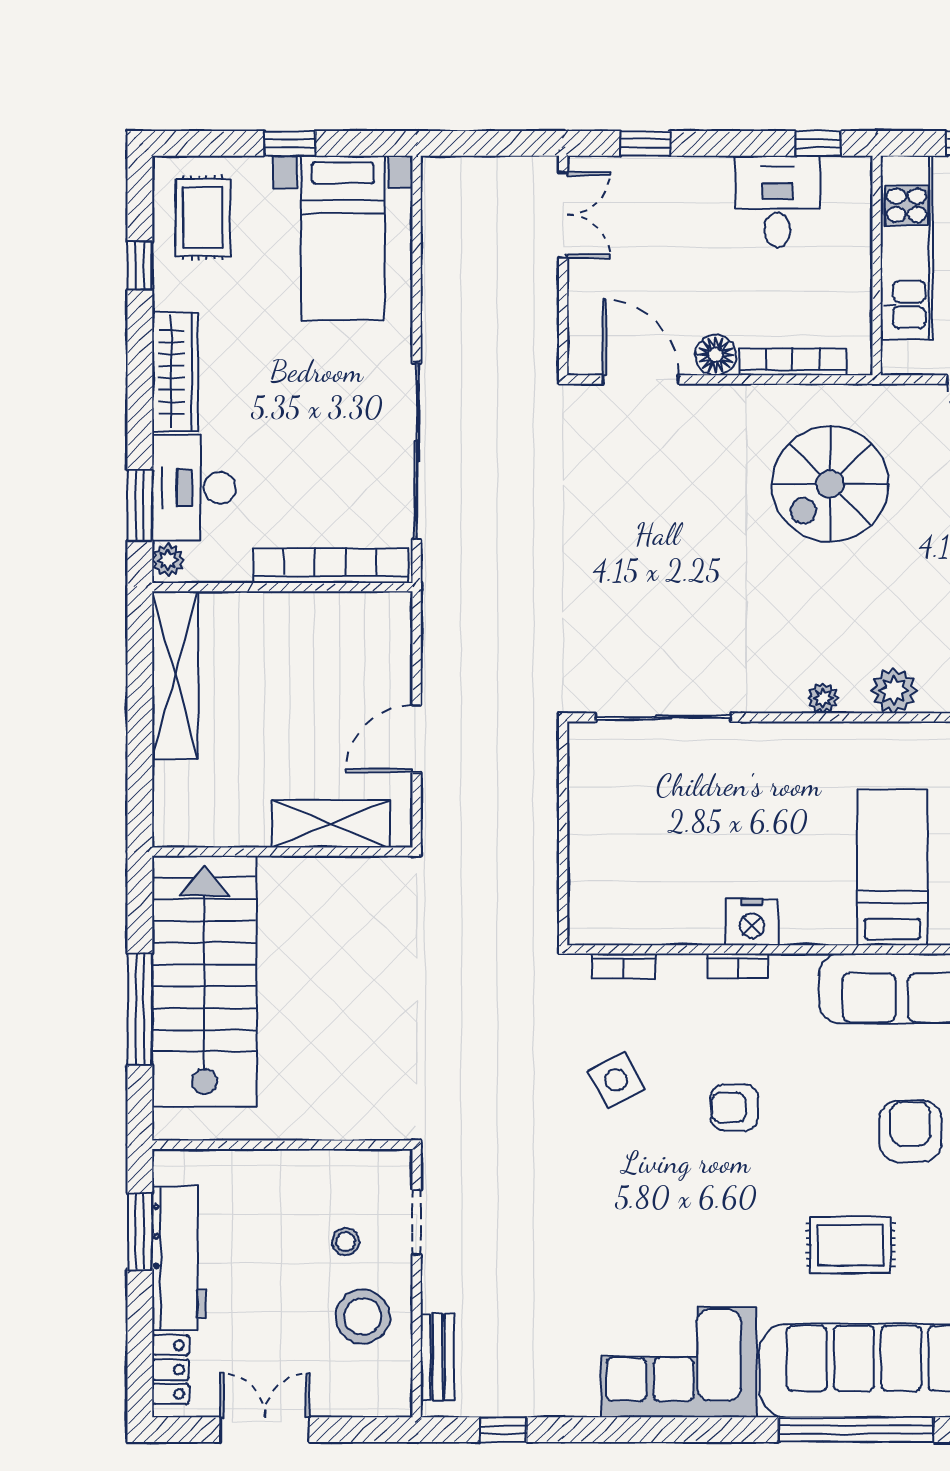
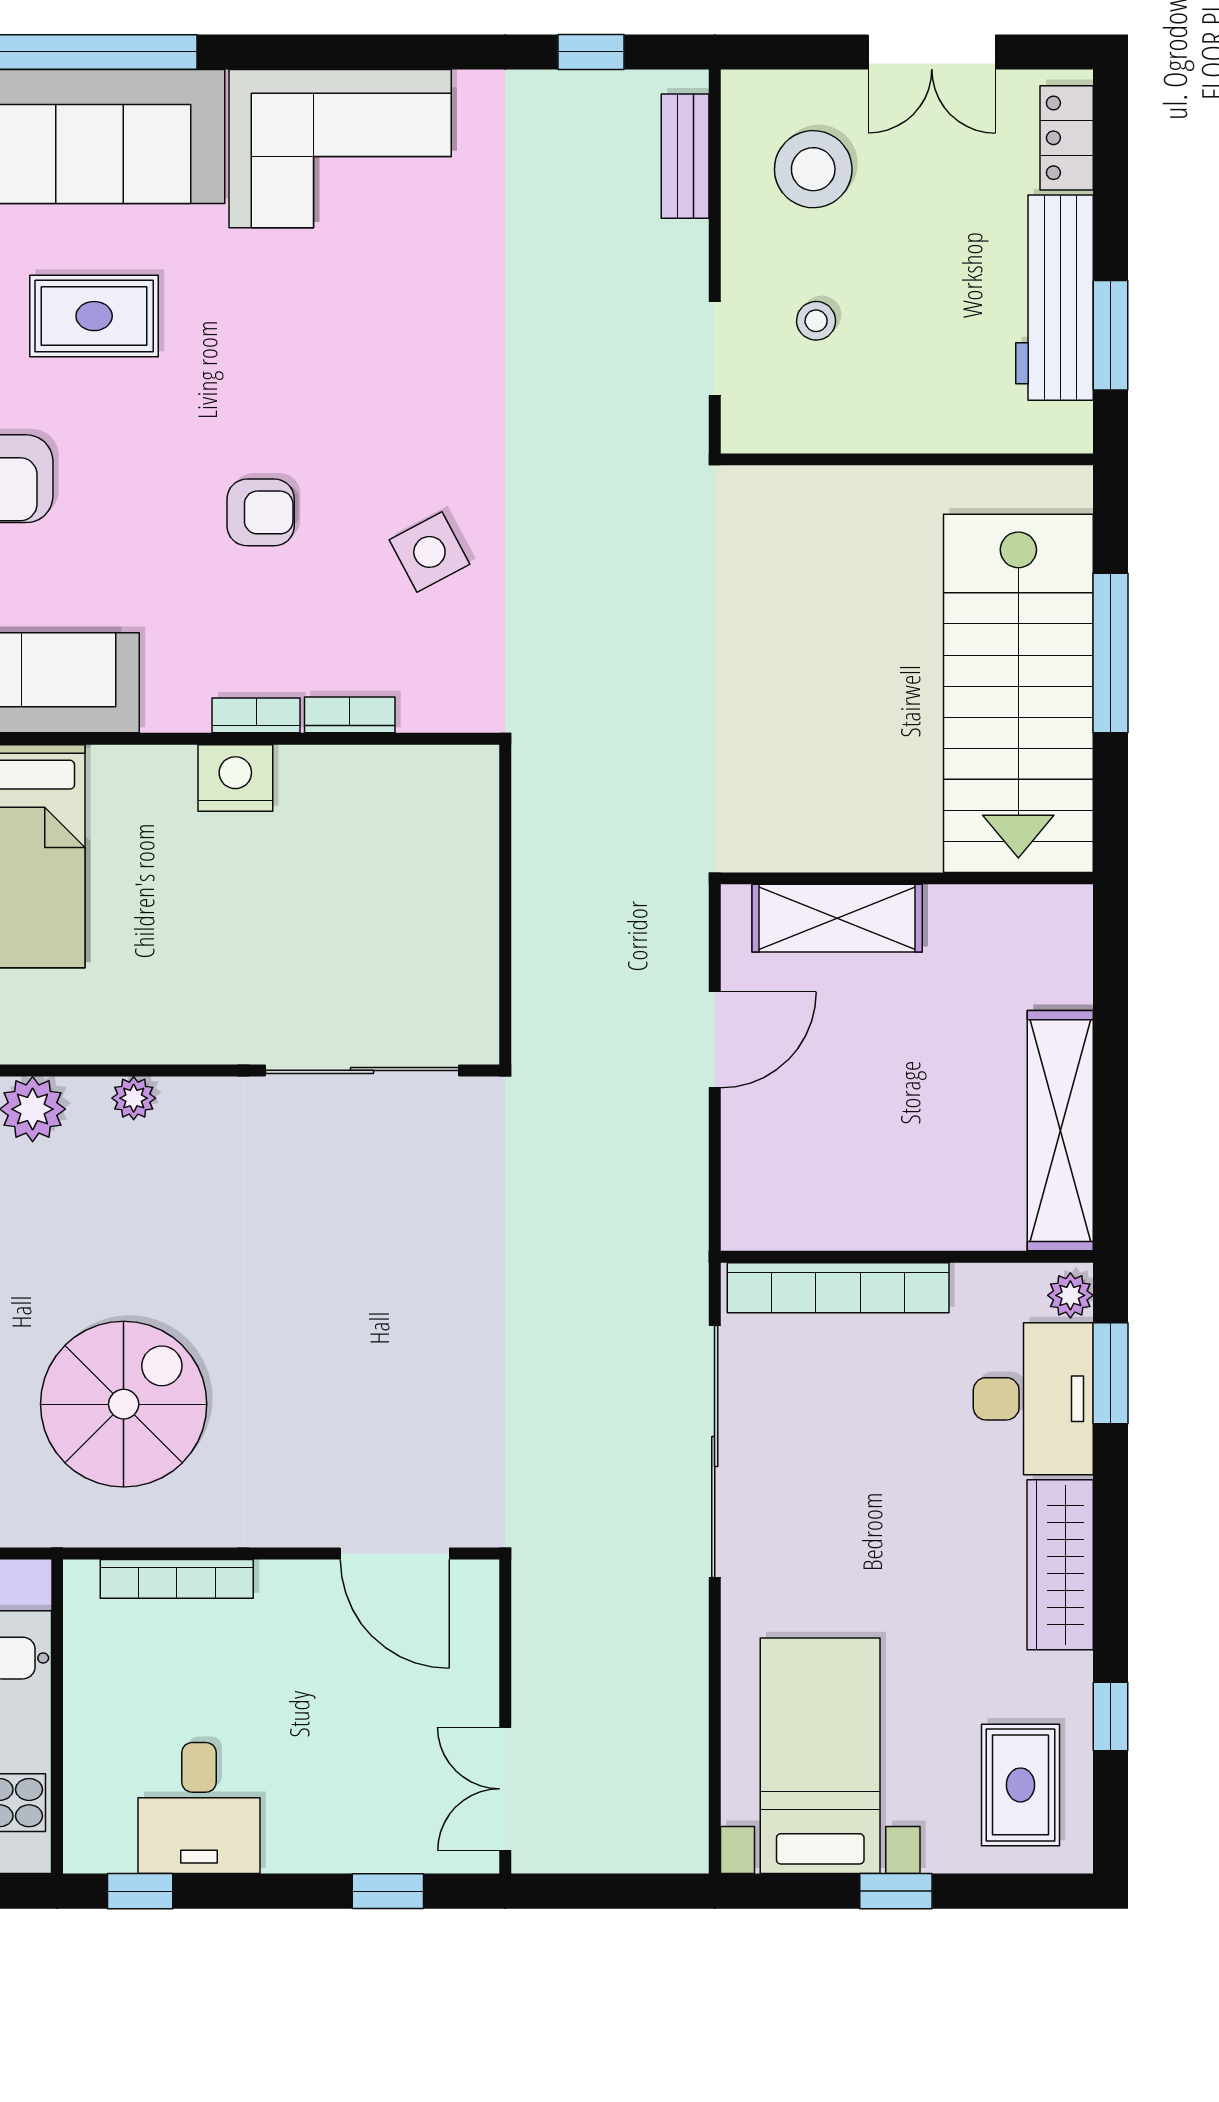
floor lamp: (716, 355) -> (287, 1589), removed
bookcase: (623, 966) -> (350, 715), moved
stool: (363, 1317) -> (813, 169), moved

